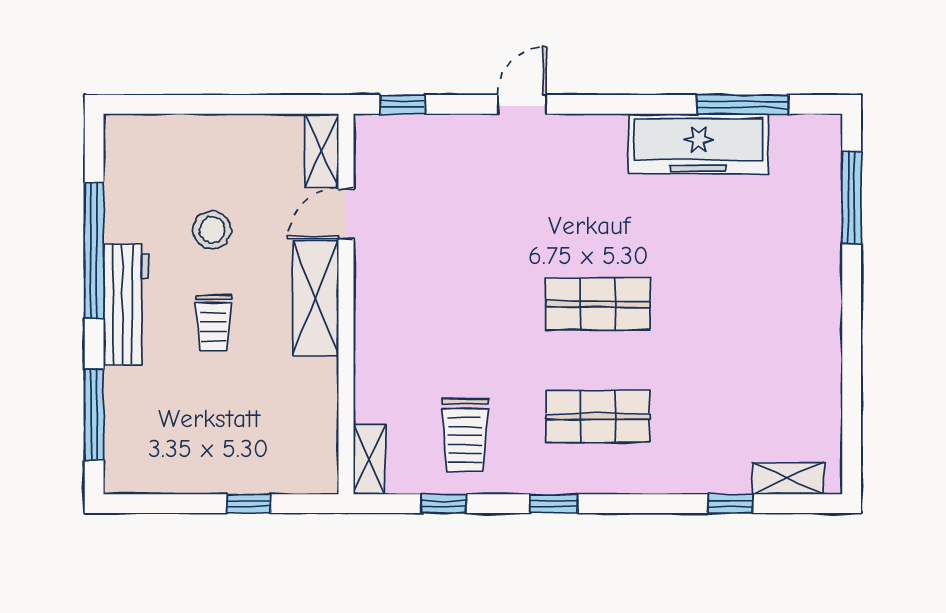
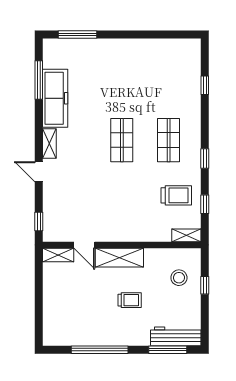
stool: (212, 230) -> (179, 278), moved
workbench: (126, 305) -> (176, 336), moved
shelving: (788, 478) -> (49, 144), moved

